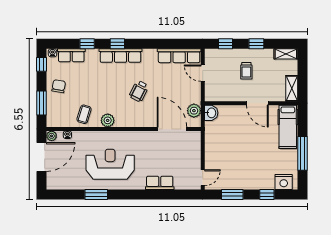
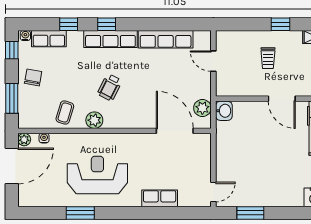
window: (225, 44) -> (242, 24), removed
row of seats: (179, 56) -> (166, 39), moved
wheelchair: (139, 91) -> (110, 87), moved
window: (267, 194) -> (294, 213), removed

